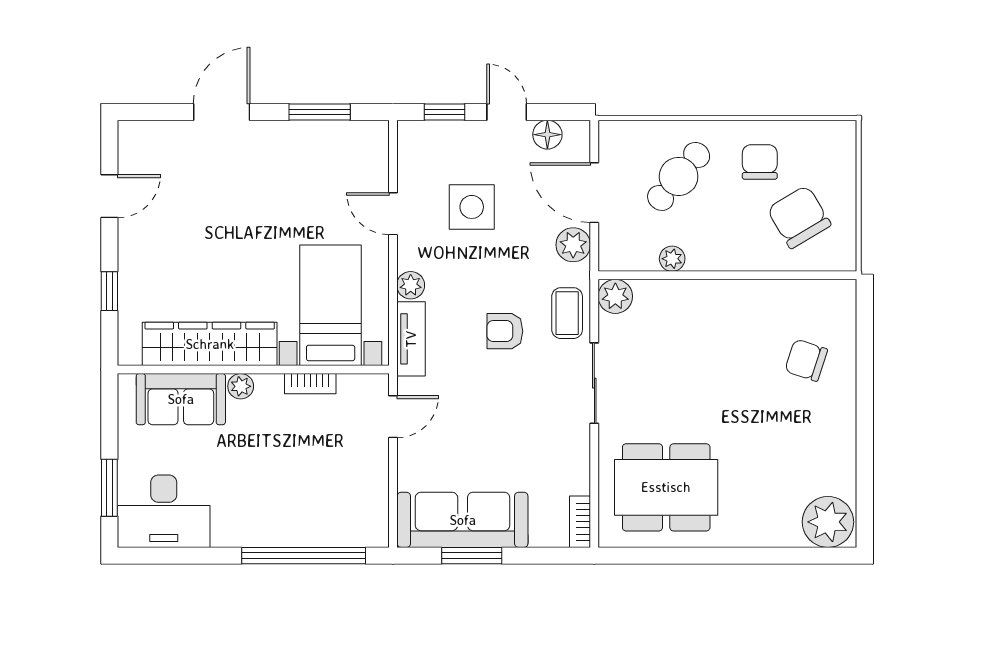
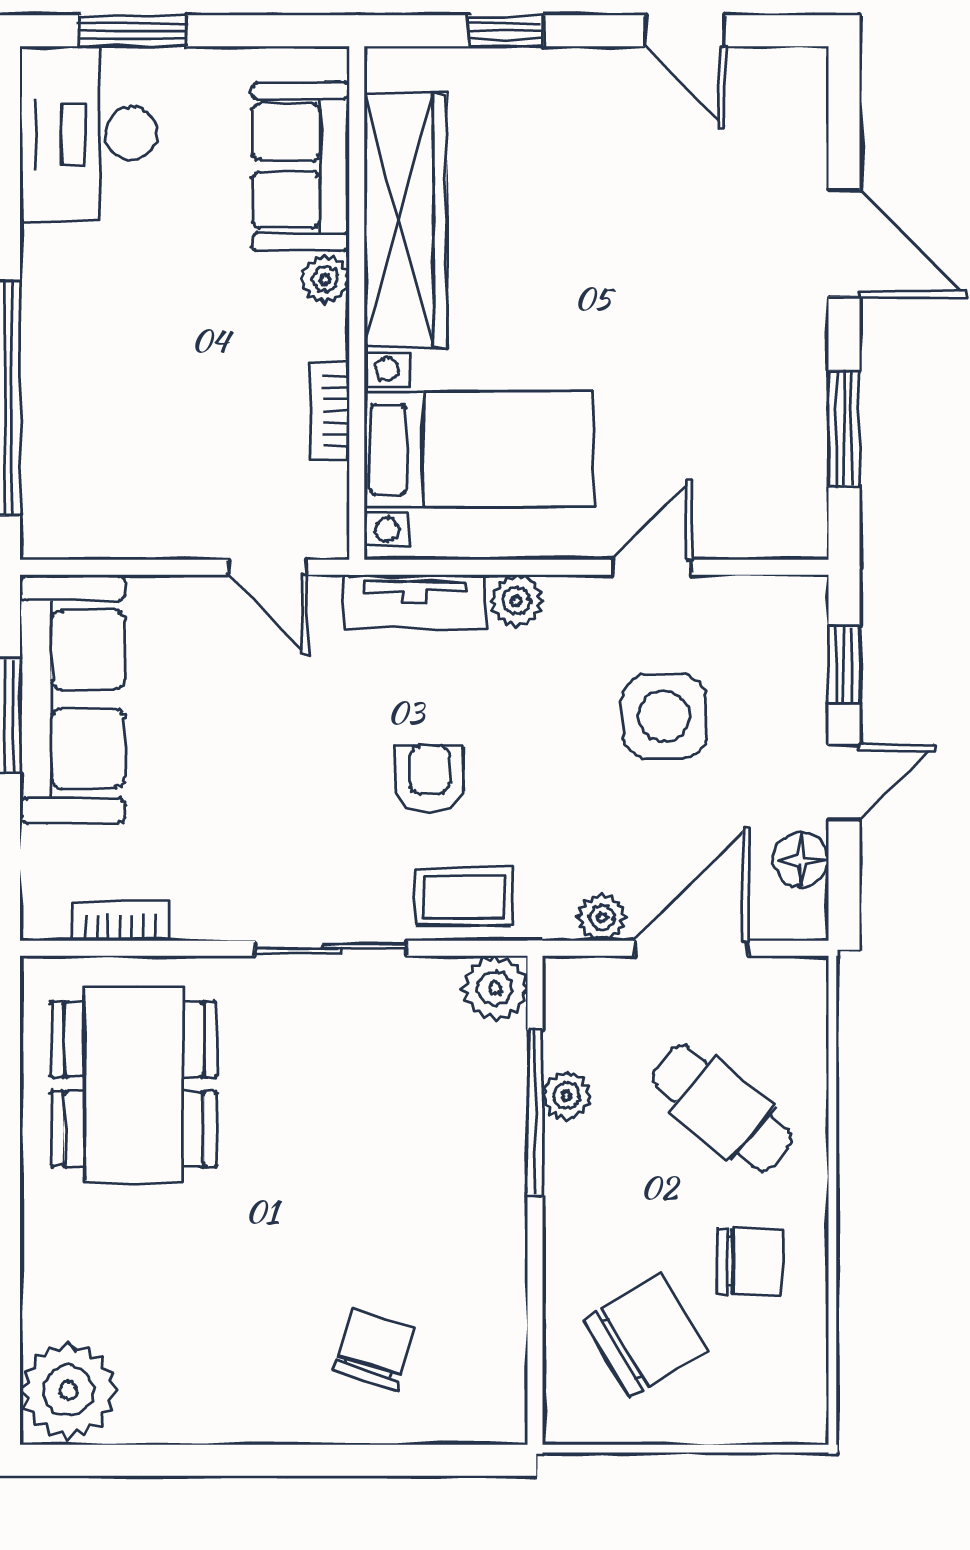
plant: (573, 245) -> (602, 917), width x0.73, depth x0.73
window: (681, 275) -> (535, 1113), added
bookcase: (580, 522) -> (120, 921), moved

